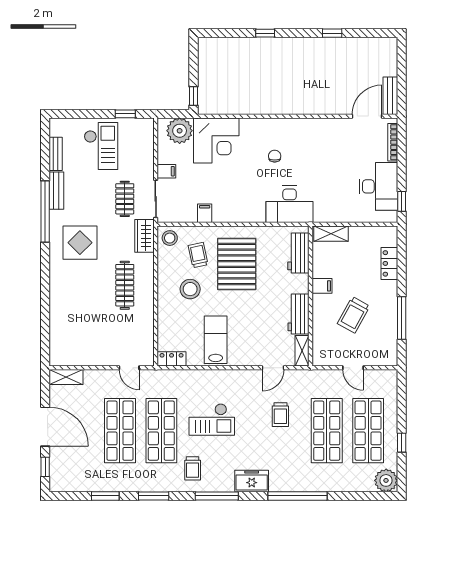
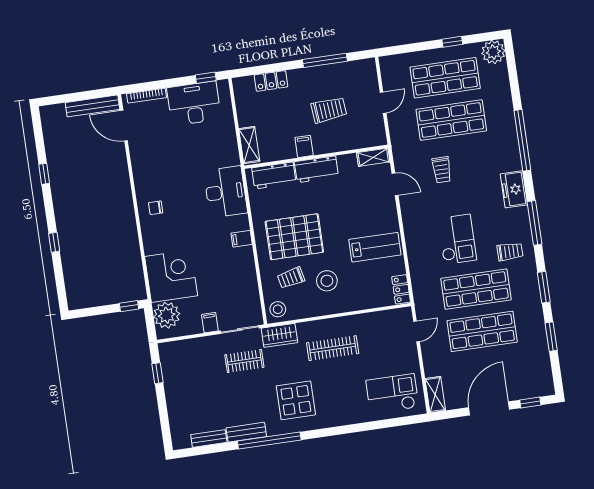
bench: (390, 96) -> (93, 106), width x1.36
checkout: (101, 146) -> (392, 394), moved
chair: (275, 156) -> (156, 208), moved
filing cabinet: (205, 213) -> (242, 239), moved
workbench: (298, 314) -> (316, 169), moved
trolley: (354, 315) -> (329, 110), turned -34
lab bench: (216, 340) -> (375, 247), turned 180
trolley: (280, 415) -> (442, 170), turned 90

